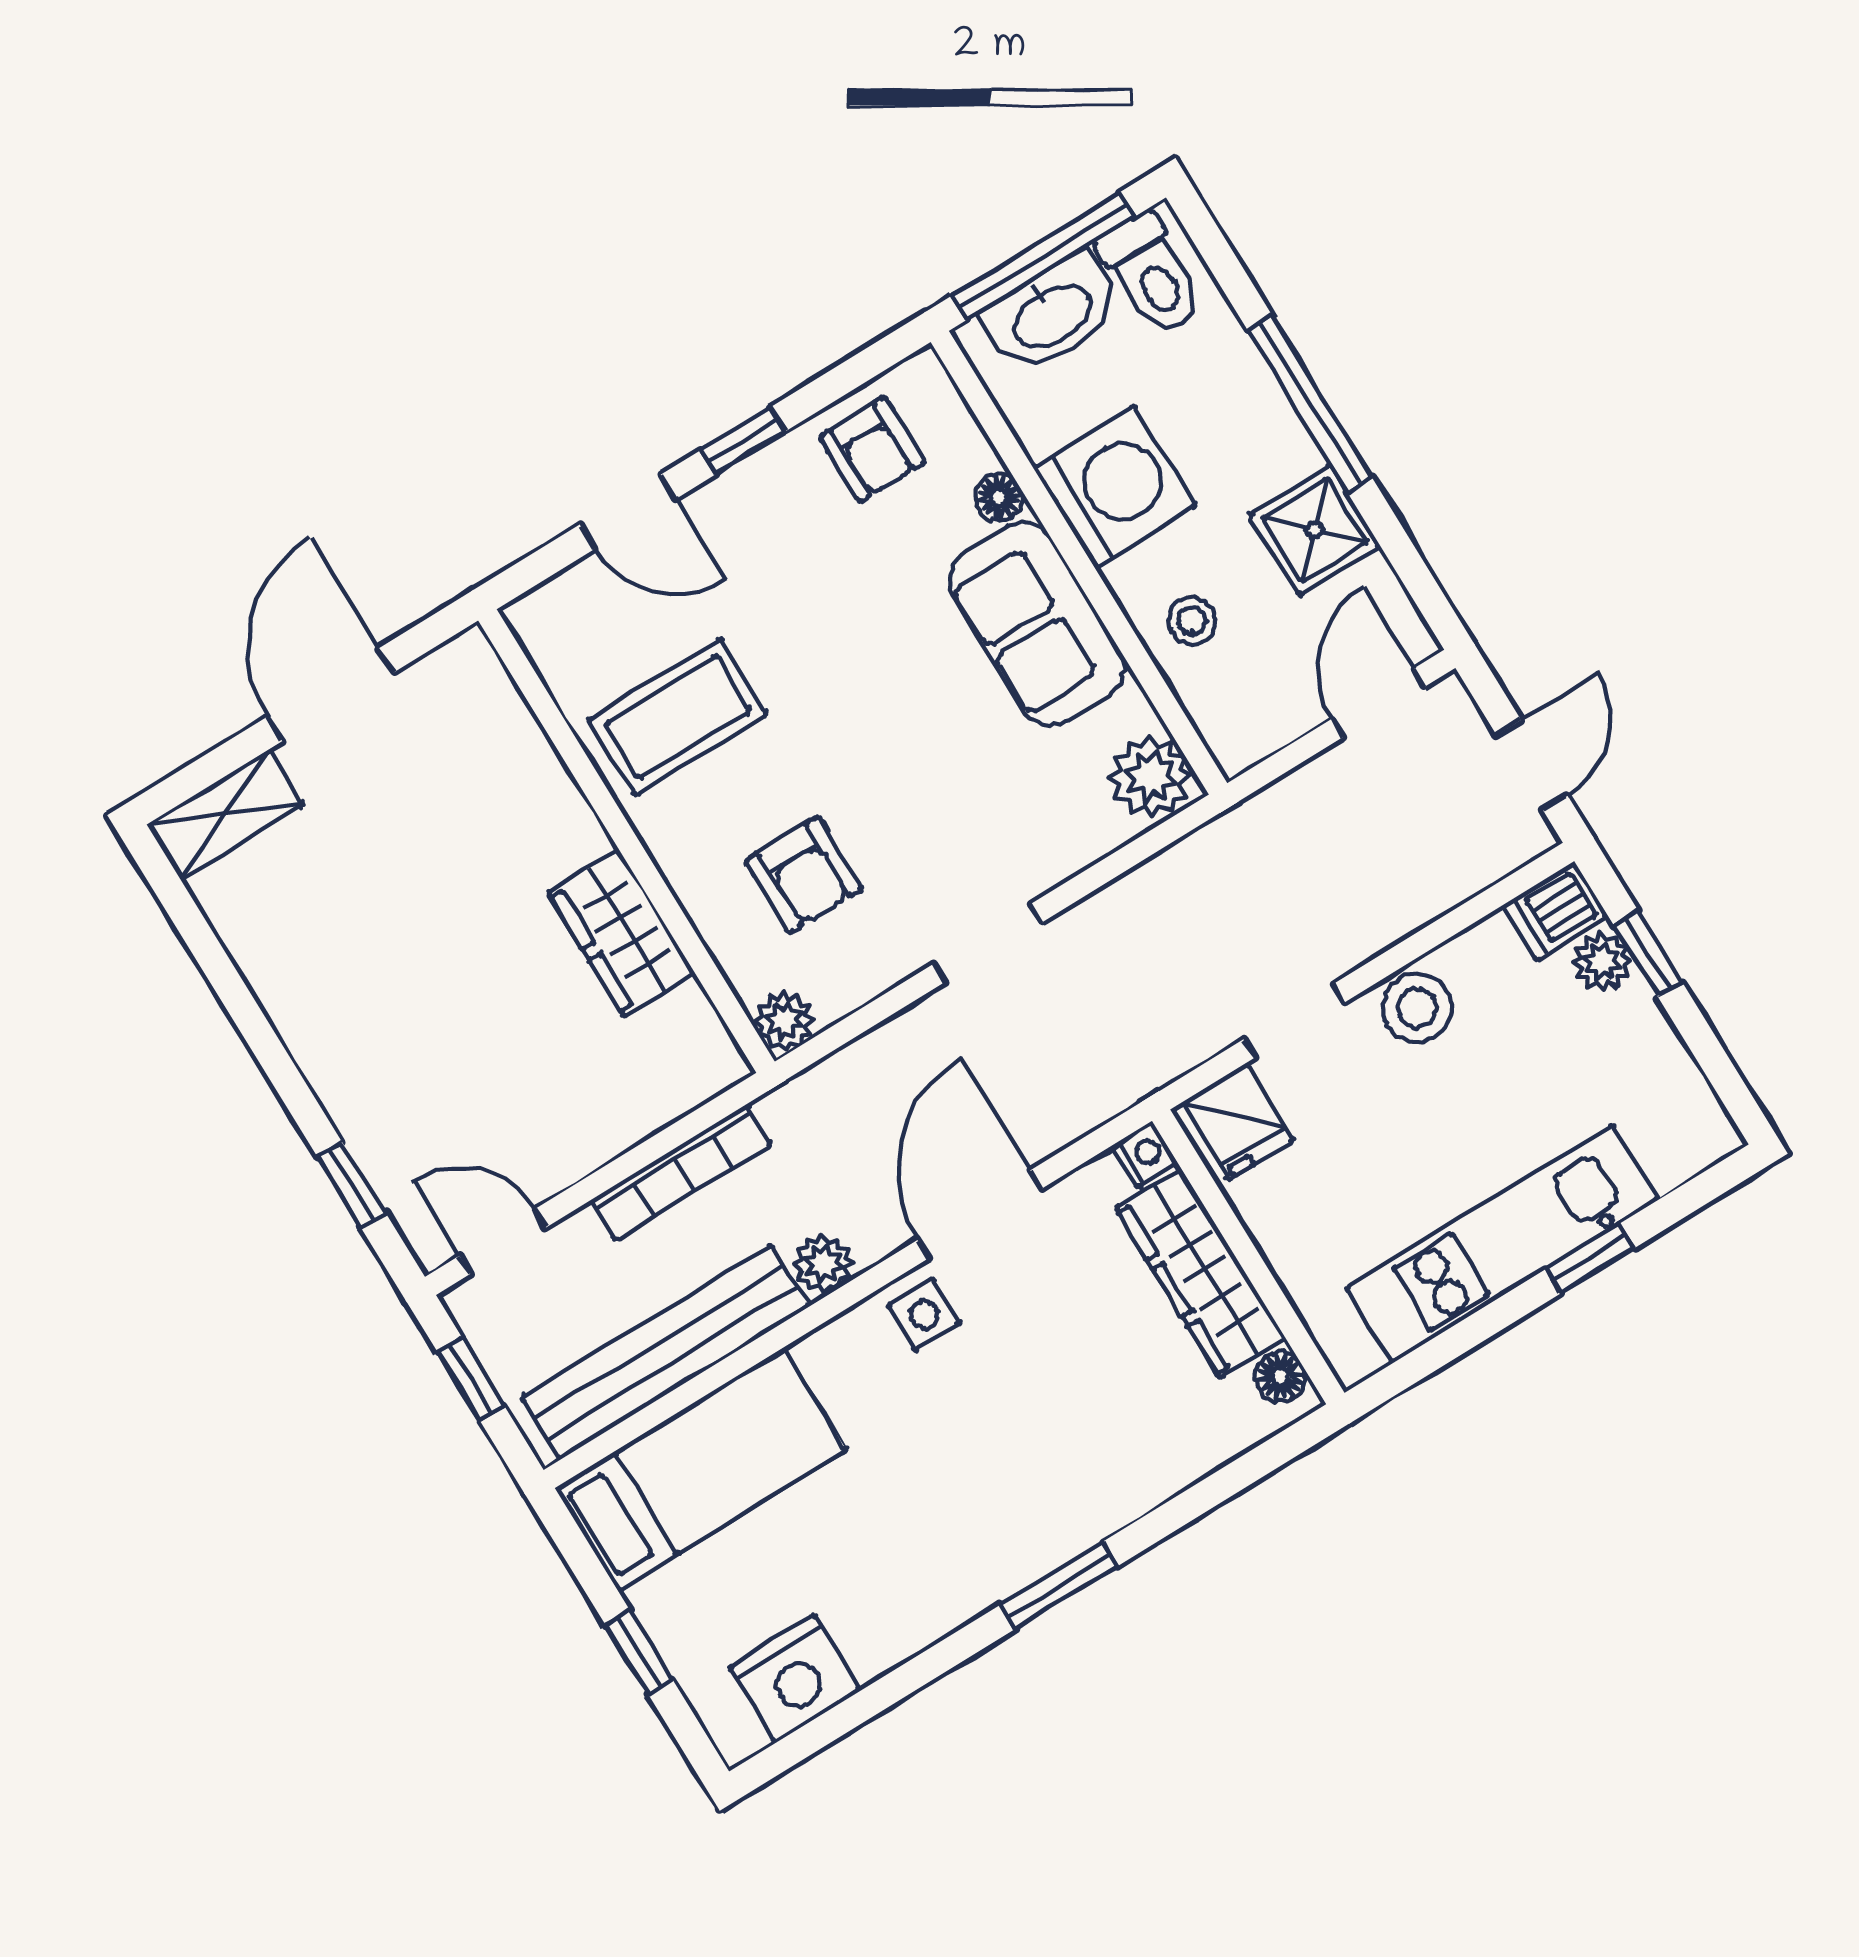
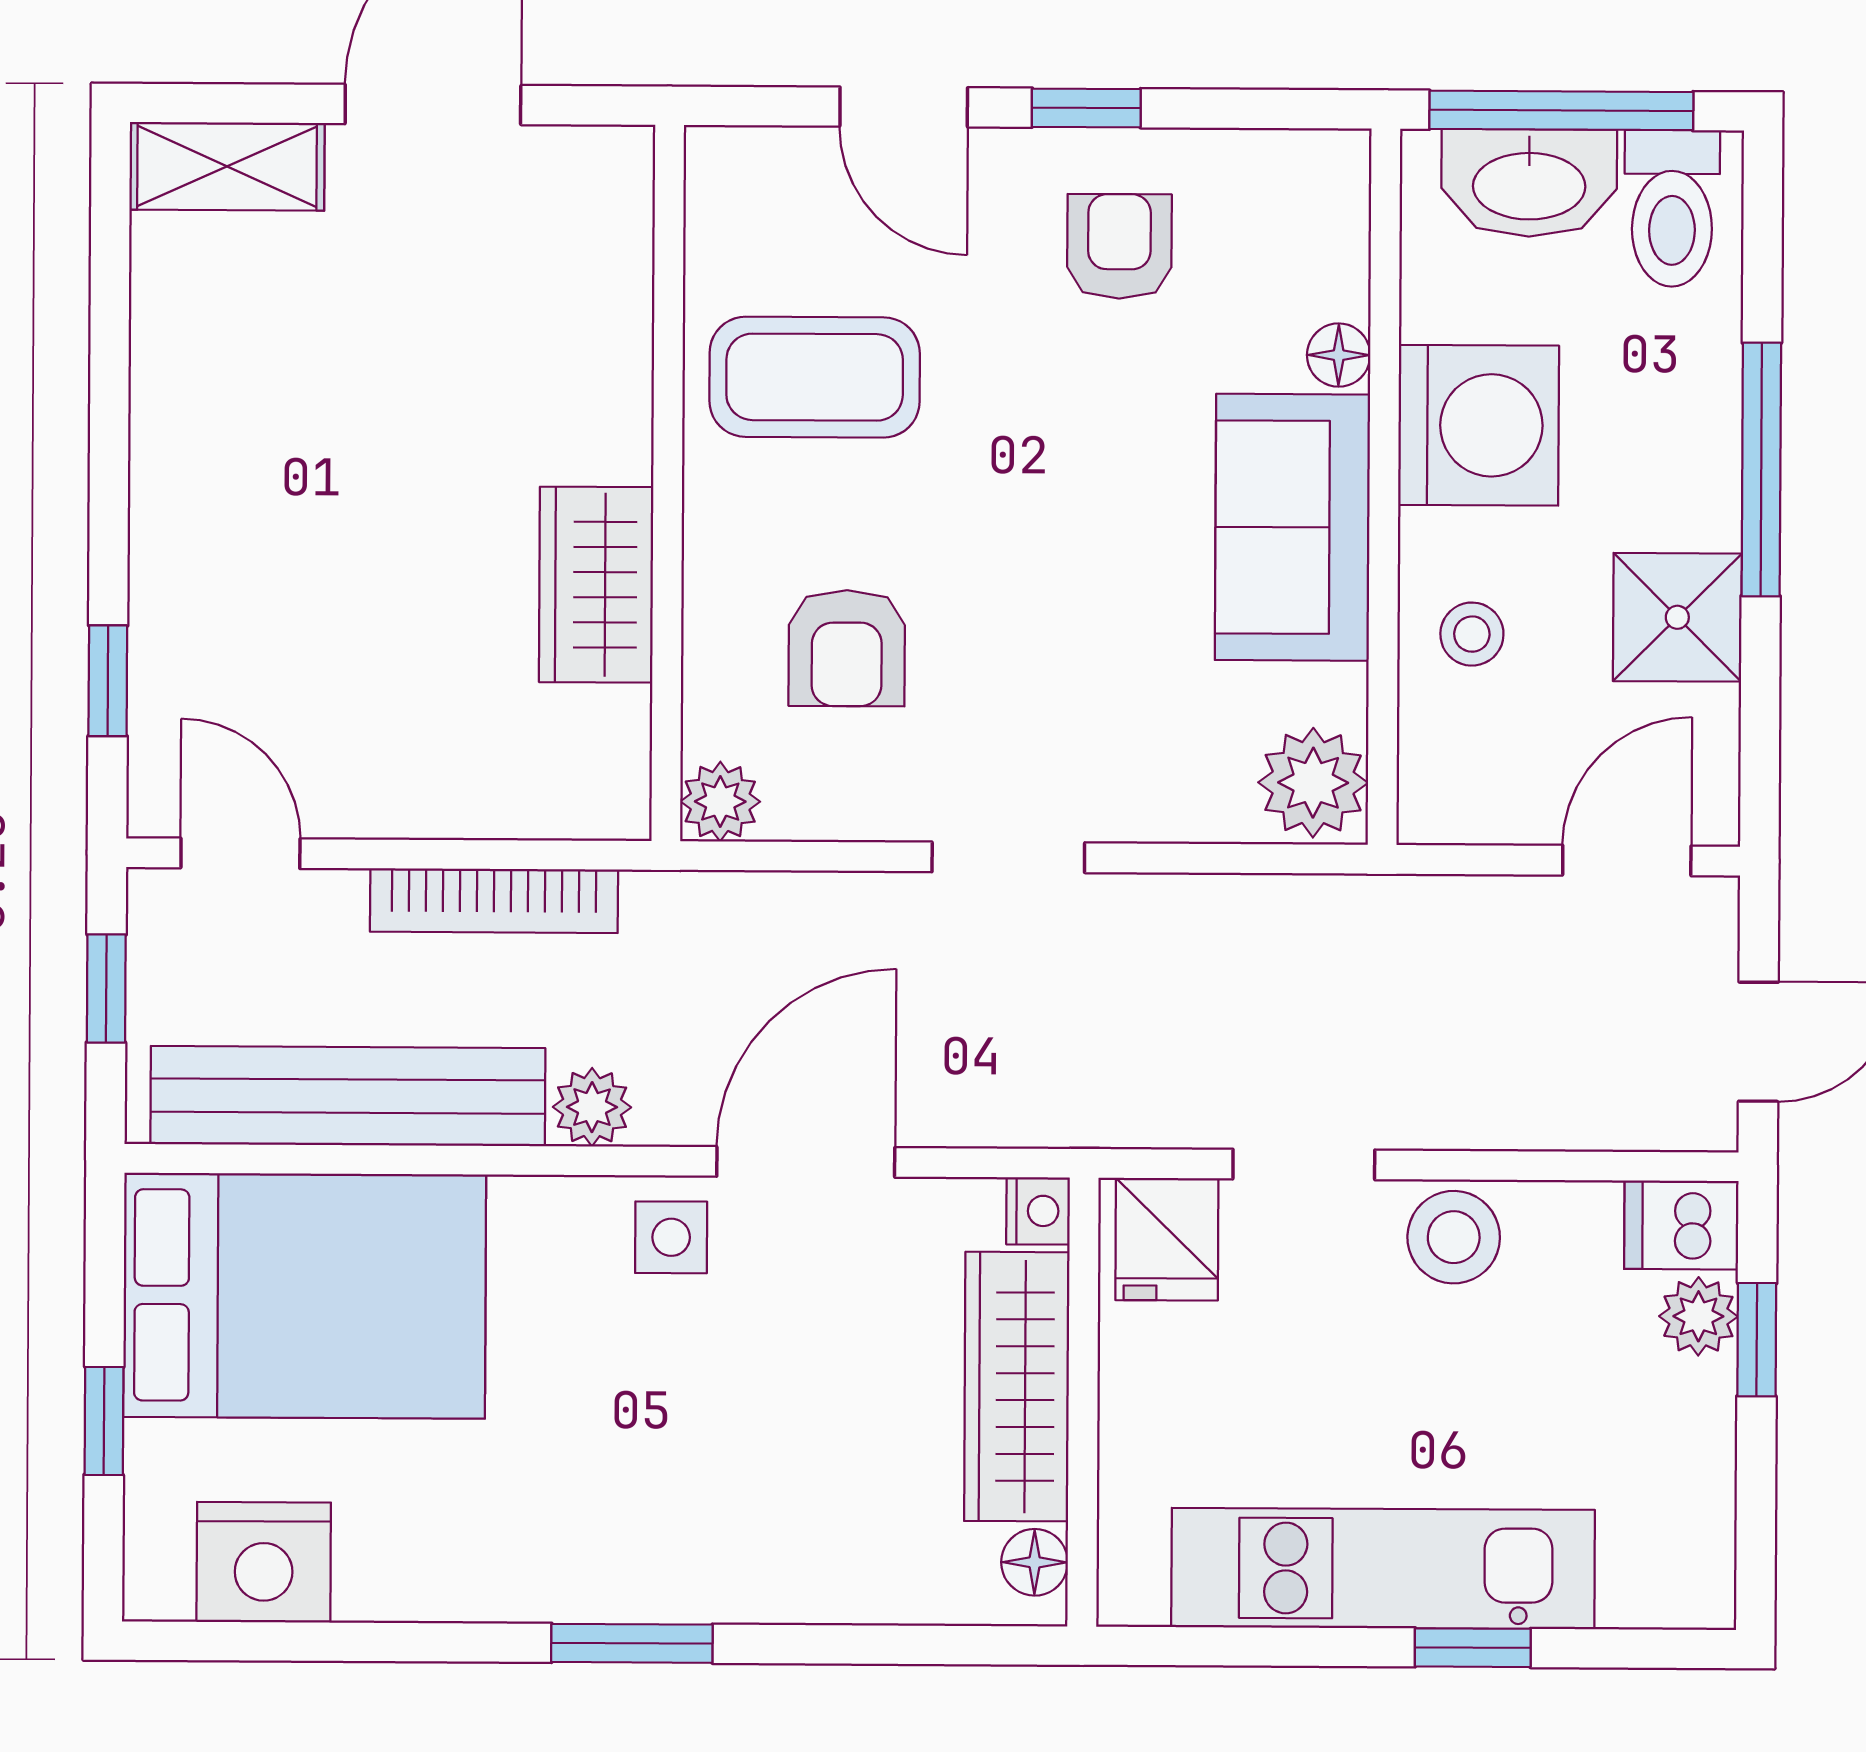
armchair: (872, 449) -> (1119, 246), moved, turned 180
bed: (701, 1469) -> (305, 1296), width x1.50

